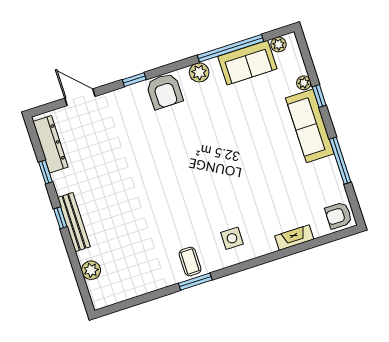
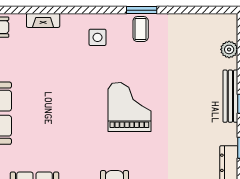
grand piano: (175, 177) -> (129, 107), added

